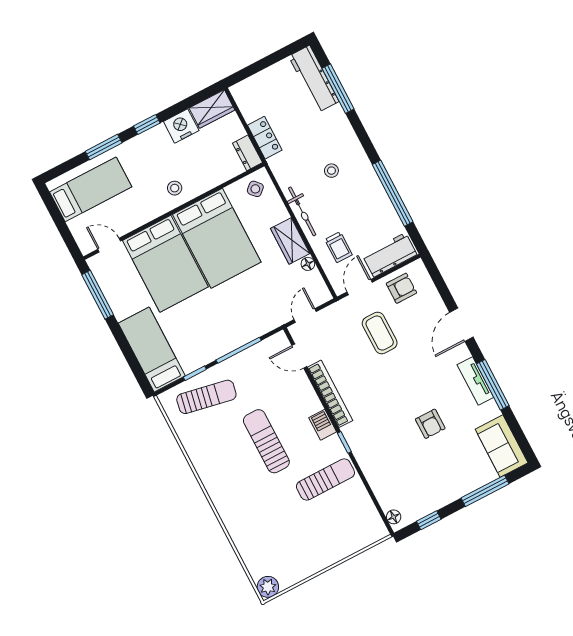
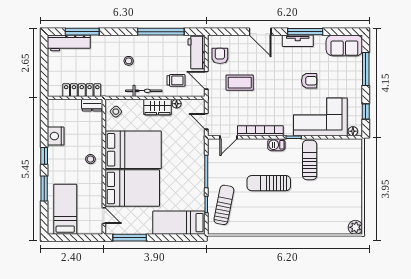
wardrobe: (212, 109) -> (55, 113), removed
locker: (265, 138) -> (82, 90), width x1.53
door: (109, 245) -> (104, 216), swing flipped
corner sofa: (390, 464) -> (320, 117), added

